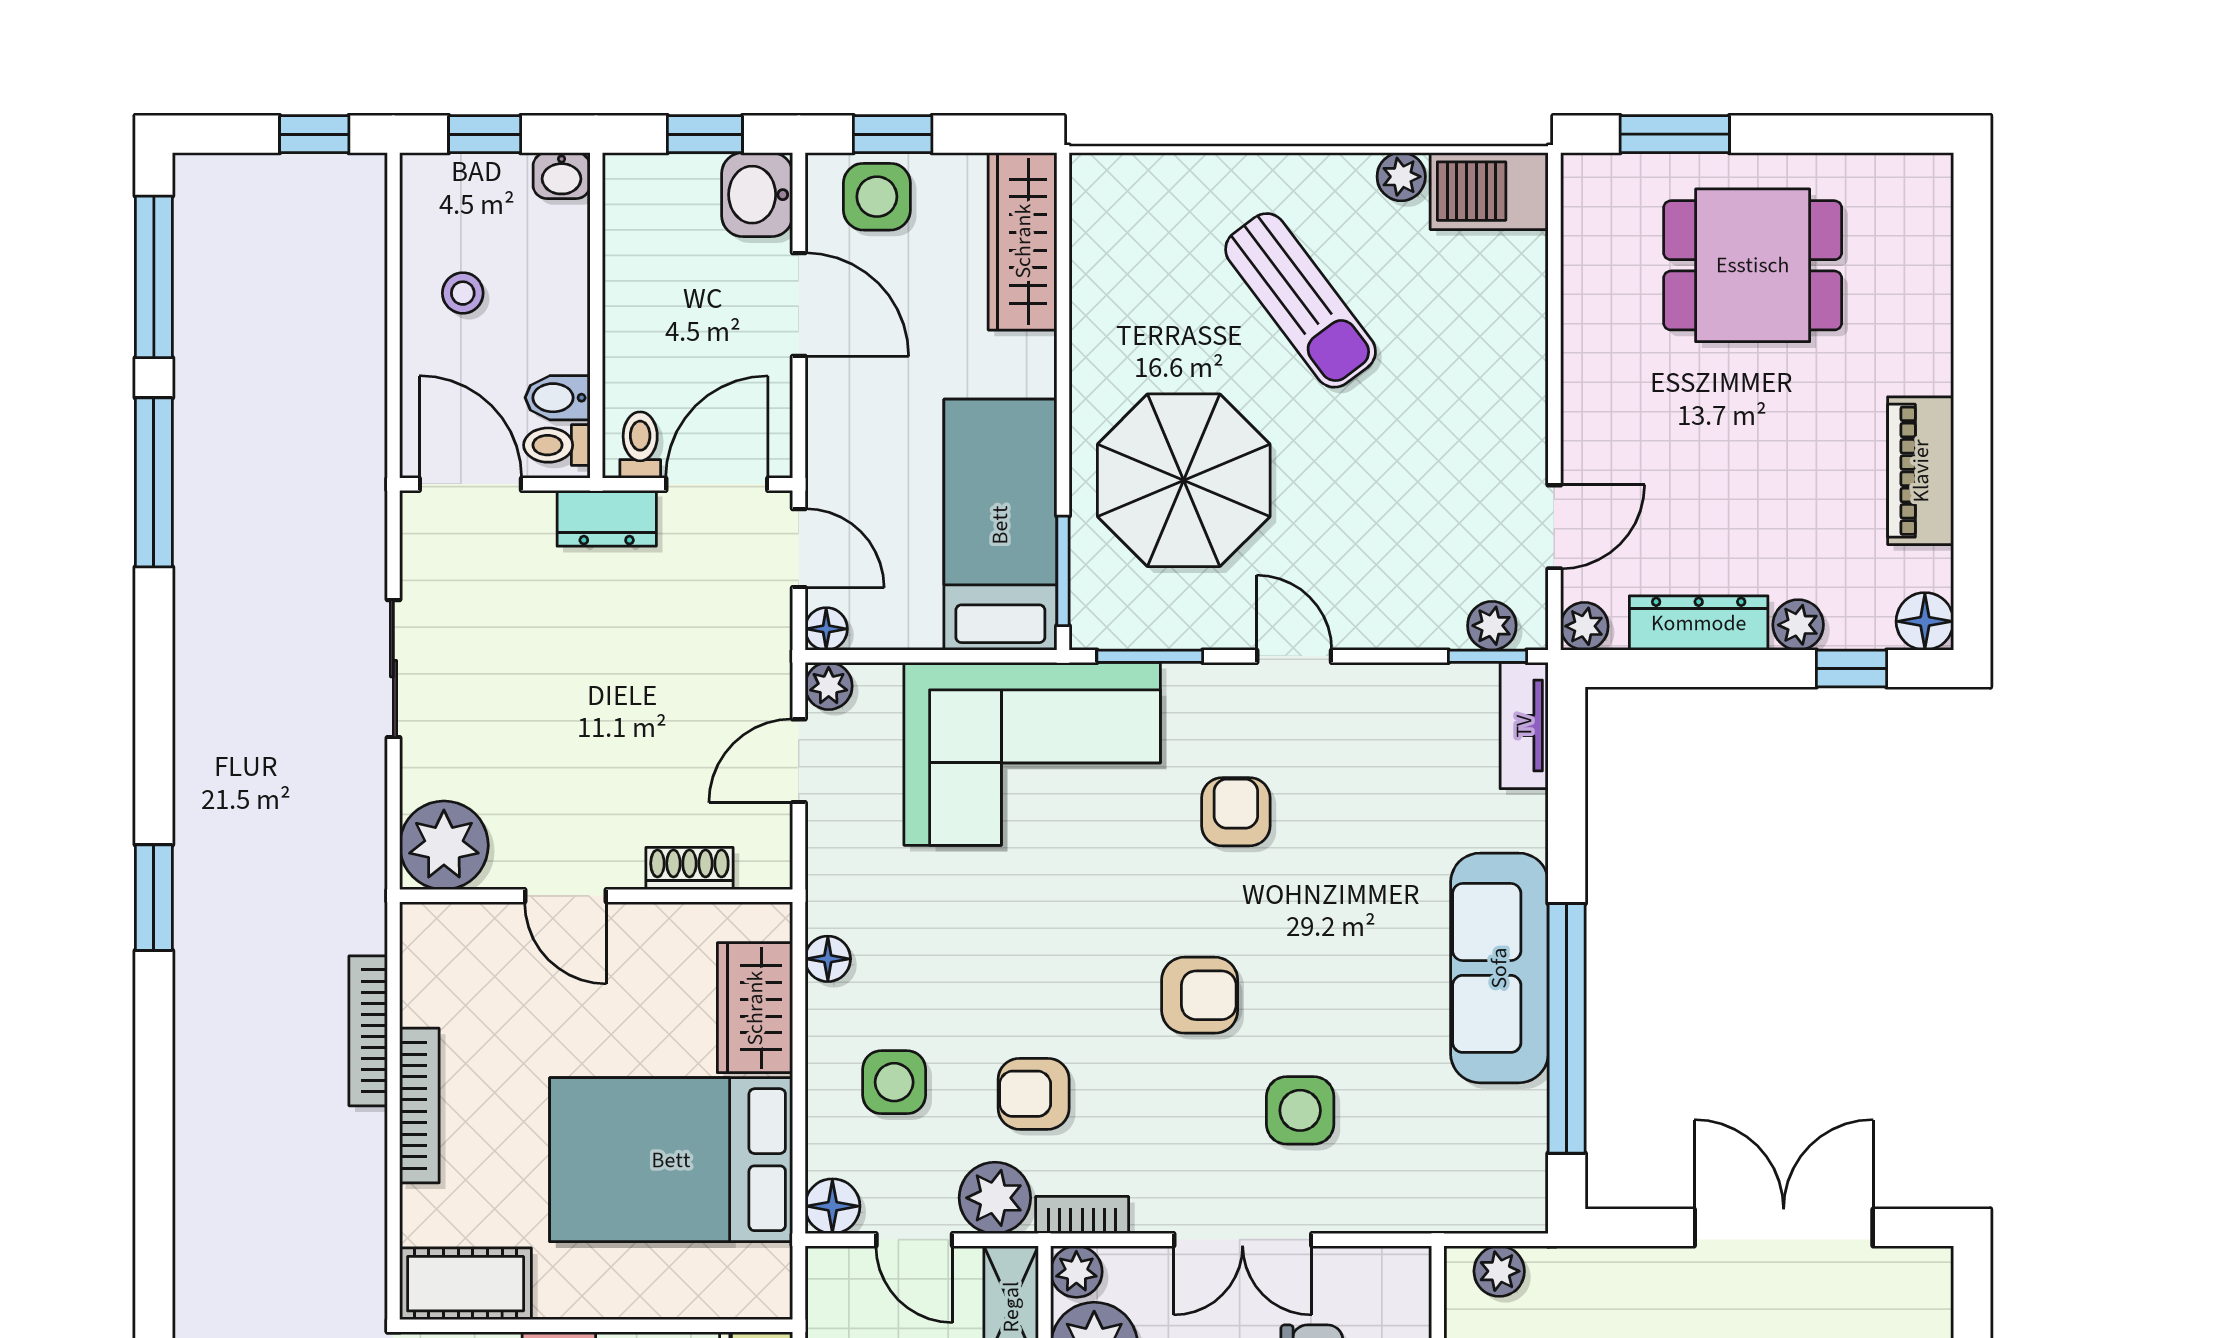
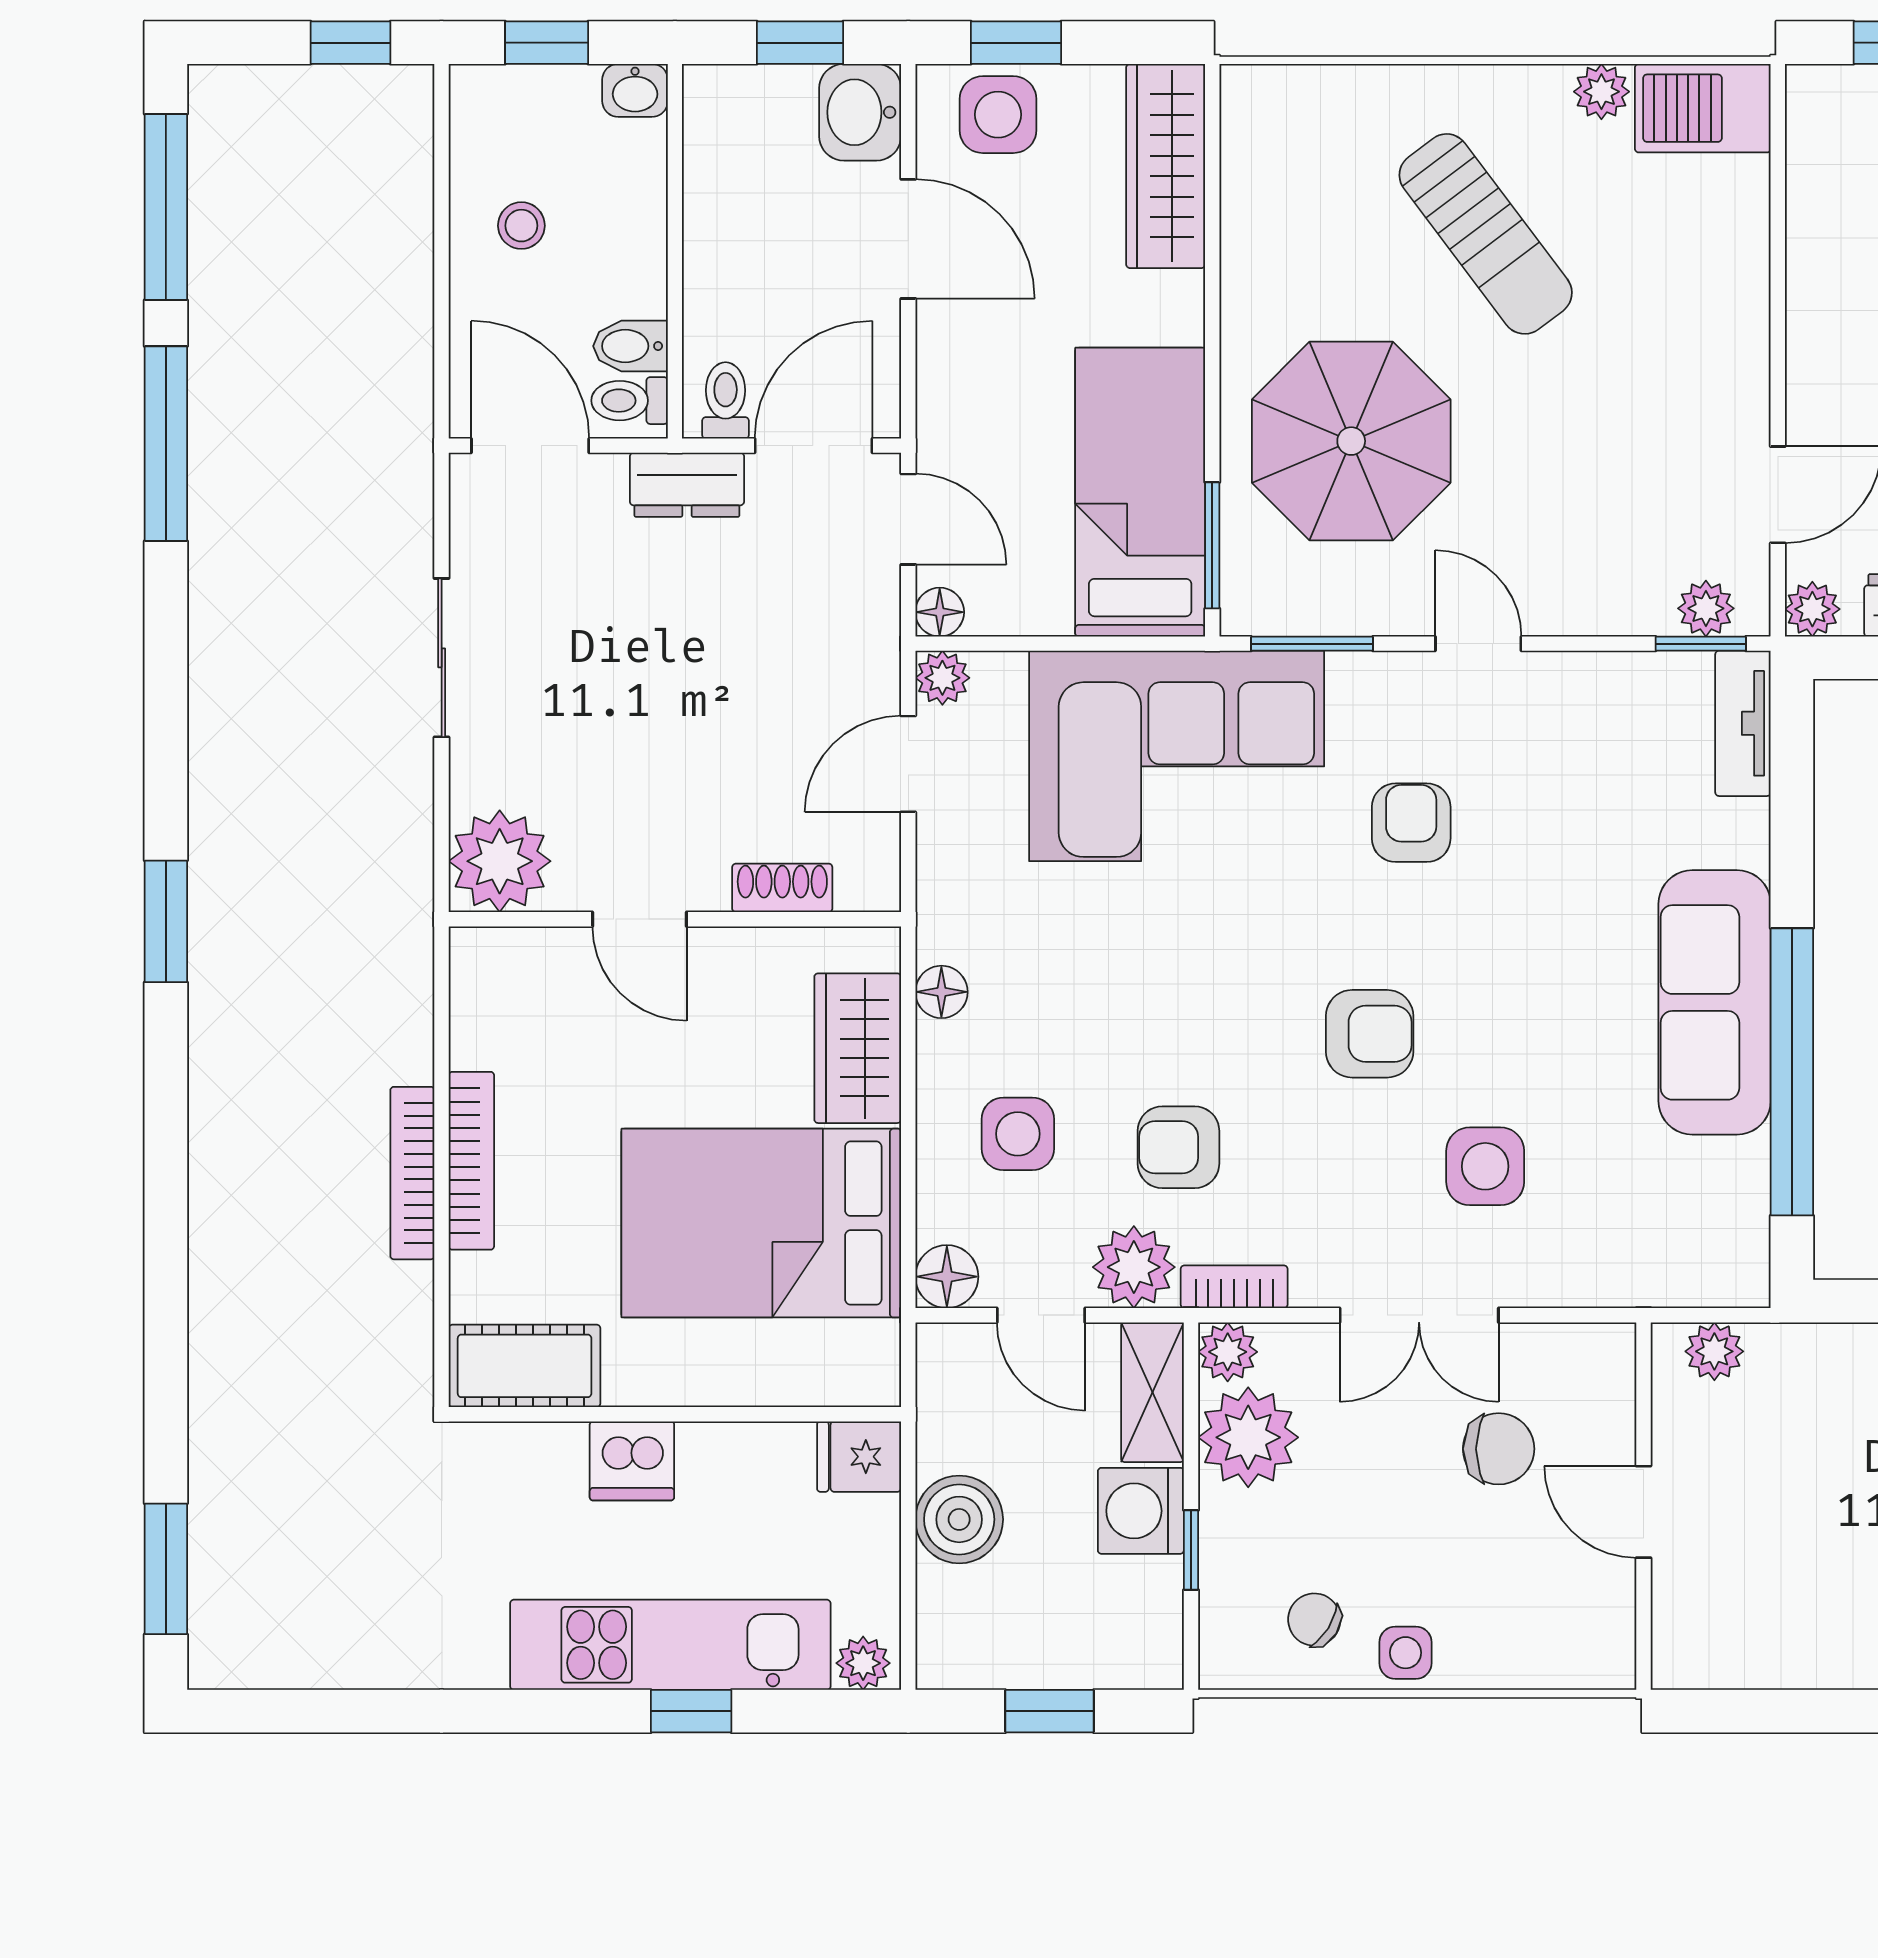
bookcase: (368, 1031) -> (412, 1173), moved

